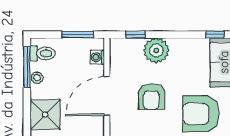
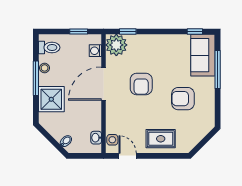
window: (78, 35) -> (79, 31), width x0.67
plant: (156, 50) -> (116, 45), moved
window: (27, 67) -> (36, 78), moved
armchair: (201, 114) -> (183, 99), width x0.73, depth x0.73

